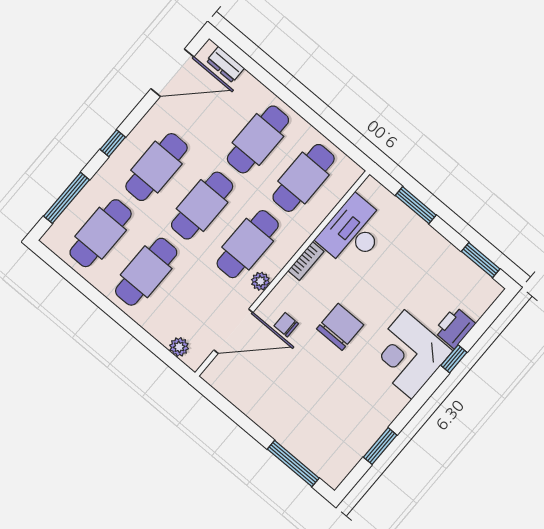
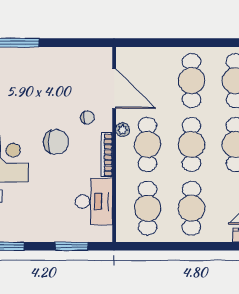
bookcase: (306, 261) -> (107, 155), width x1.56
chair: (340, 327) -> (56, 142), turned -90
door: (233, 331) -> (114, 89), swing flipped
plant: (179, 347) -> (137, 54), removed

